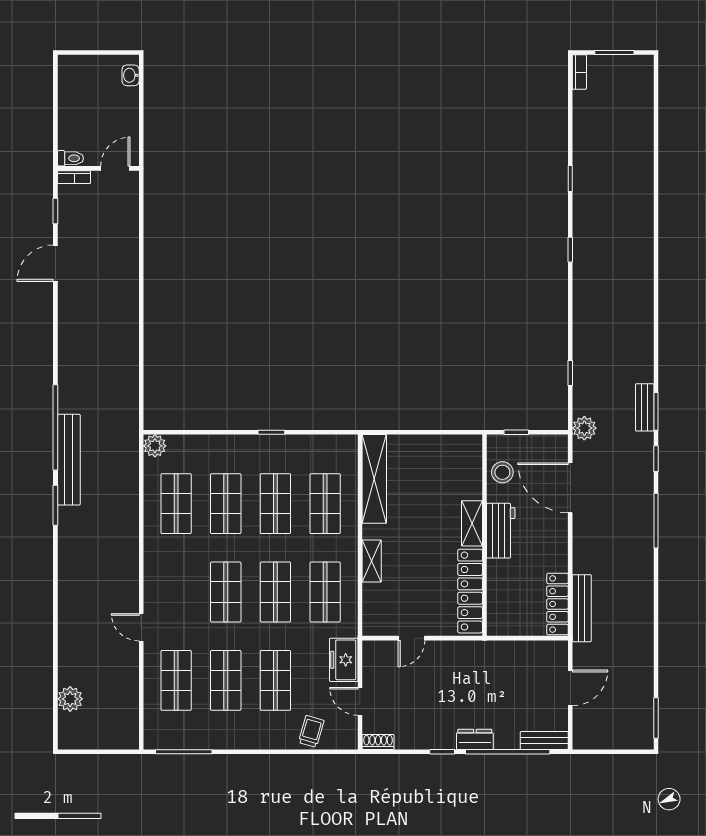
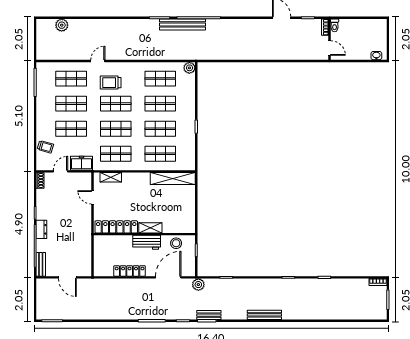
shelving: (372, 561) -> (111, 177), moved
trolley: (184, 602) -> (111, 83), added
locker: (557, 604) -> (130, 271), moved
bench: (582, 608) -> (264, 315), moved

